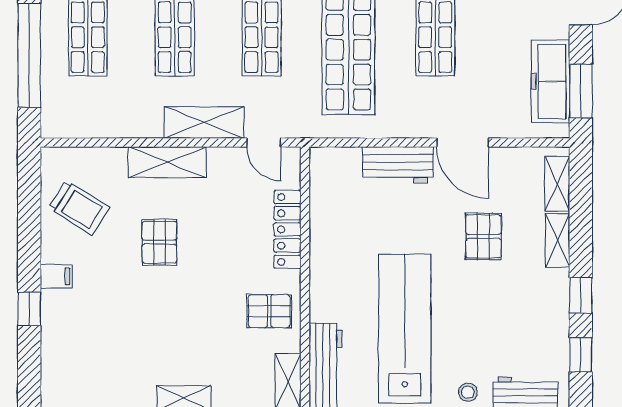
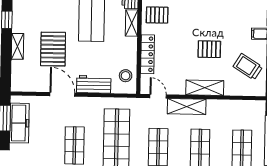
stool: (332, 184) -> (126, 76), added
shelving: (557, 184) -> (132, 23), moved
pallet: (483, 236) -> (53, 49), width x1.50, depth x1.42
pallet: (159, 242) -> (209, 49), turned 90

